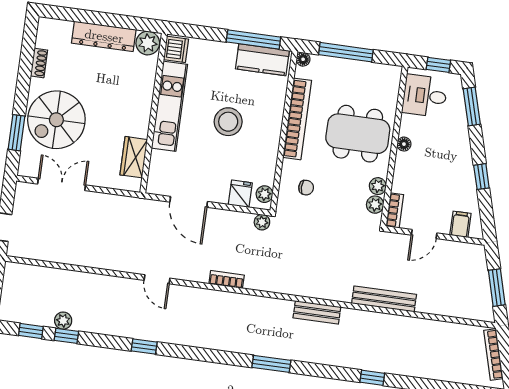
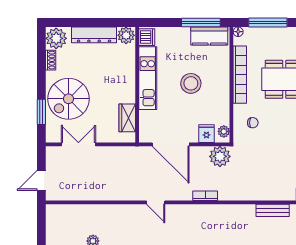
plant: (51, 34) -> (56, 38), added
door: (189, 202) -> (171, 144), width x1.36
plant: (262, 222) -> (220, 156), width x1.87, depth x1.87

